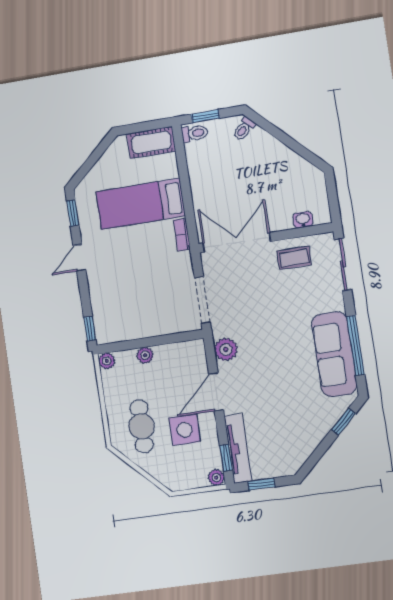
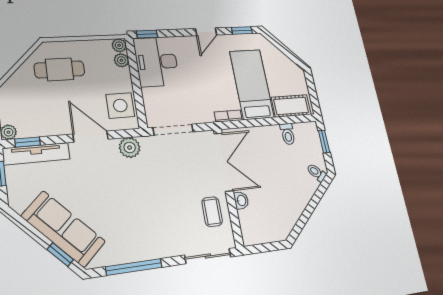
toilet: (195, 133) -> (288, 134), moved
cot: (151, 142) -> (291, 106), moved, turned 90
washbasin: (303, 220) -> (241, 200), moved
door: (79, 258) -> (206, 32), swing flipped
desk: (123, 318) -> (157, 62), added
sofa: (334, 354) -> (63, 229), moved, turned 47
plant: (145, 355) -> (121, 60), moved
side table: (185, 430) -> (120, 105), moved

